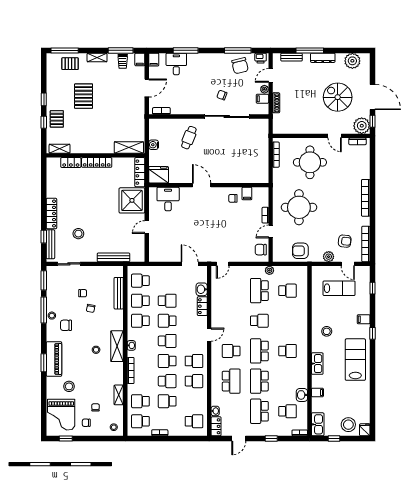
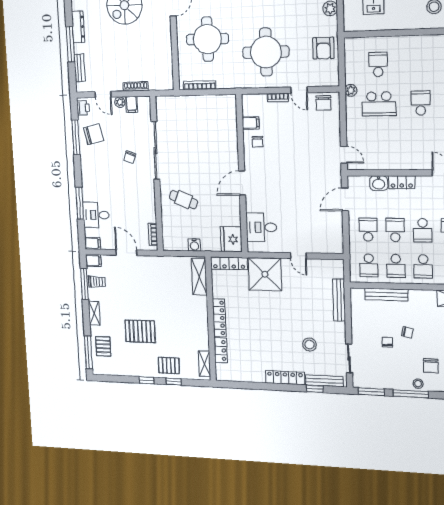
school desk: (167, 281) -> (368, 230), added

